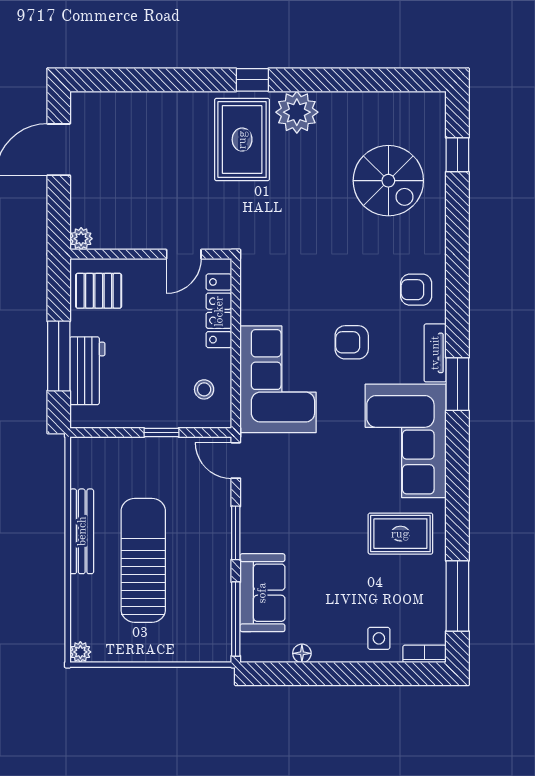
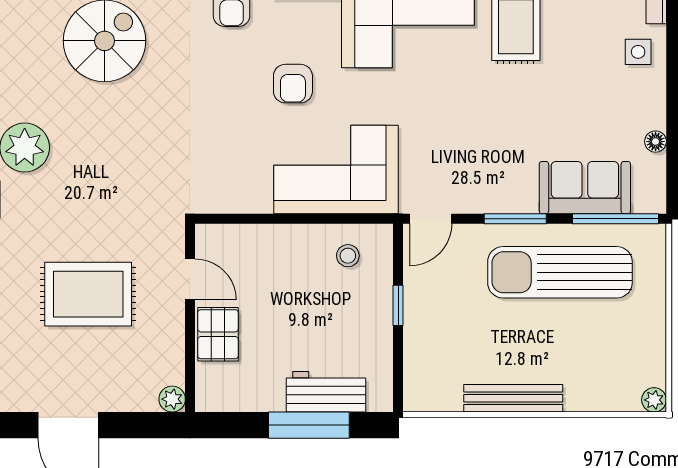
rug: (242, 140) -> (88, 294), moved
pallet: (99, 291) -> (218, 334), moved
locker: (219, 311) -> (256, 238), removed
sun lounger: (143, 560) -> (560, 272), moved

